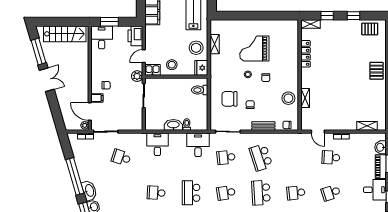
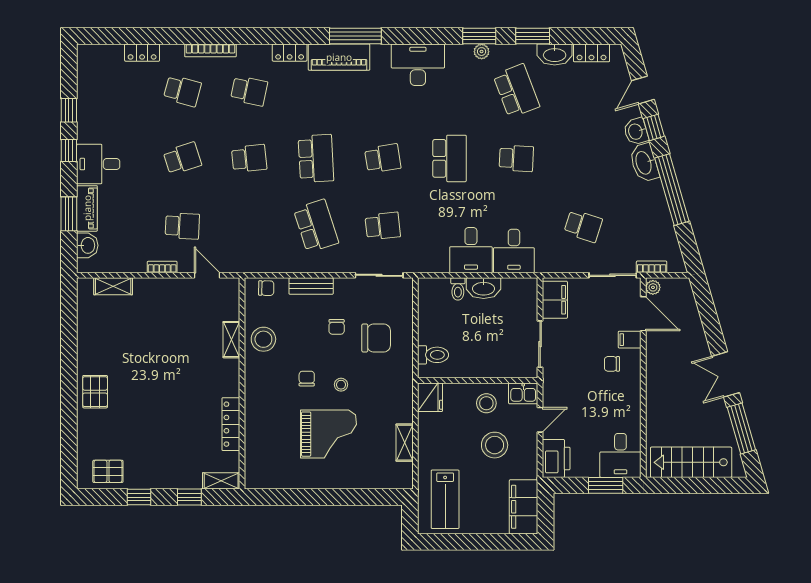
stool: (196, 48) -> (495, 445), moved
plant: (137, 76) -> (553, 381), removed
filing cabinet: (136, 119) -> (555, 300), added
desk: (198, 145) -> (471, 250), moved

